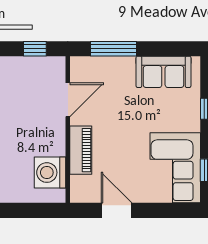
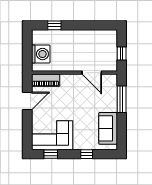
piano: (81, 150) -> (46, 80), moved
washing machine: (50, 173) -> (41, 54), moved, turned 90

